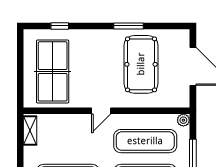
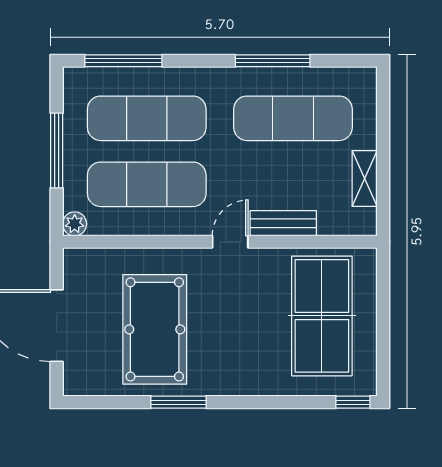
window: (60, 26) -> (353, 402), moved
bench: (73, 120) -> (283, 223), added
shelving: (30, 131) -> (365, 179), moved

